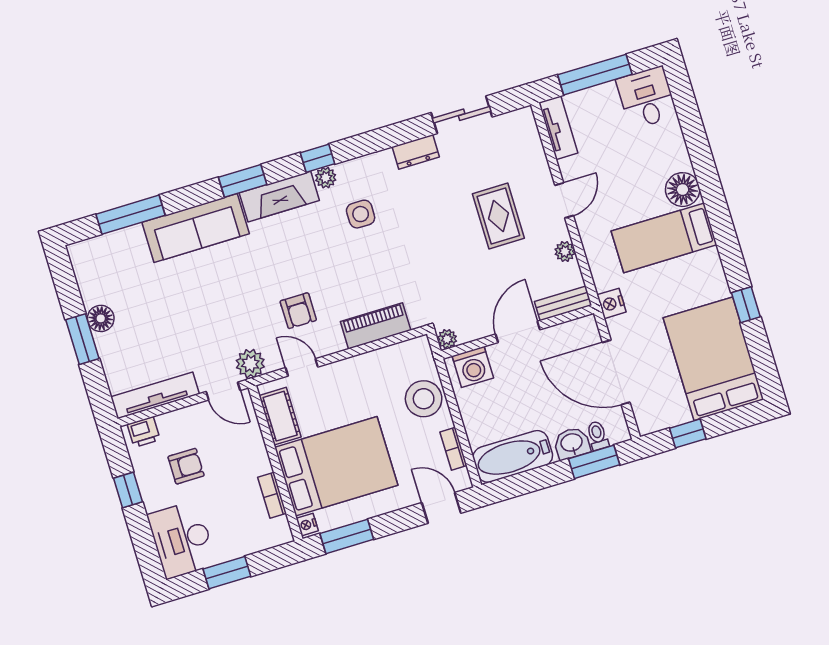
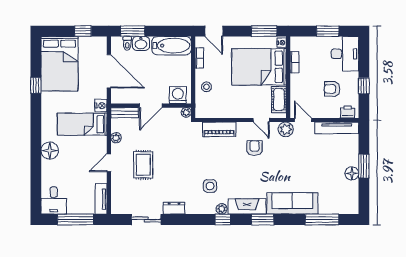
bed: (664, 238) -> (82, 124), moved, turned 180
stool: (424, 399) -> (206, 87), width x0.53, depth x0.53

